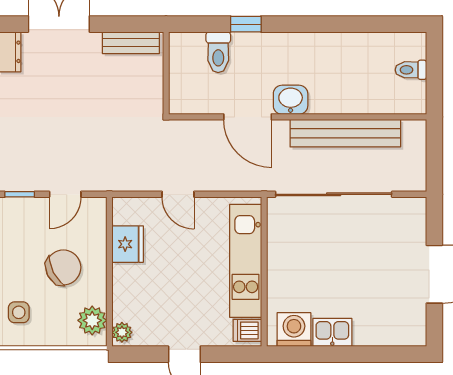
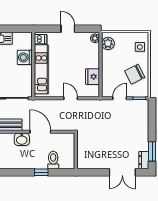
bench: (131, 43) -> (91, 164), removed
chair: (63, 267) -> (135, 74), moved
washing machine: (294, 330) -> (25, 57), moved, turned 90

